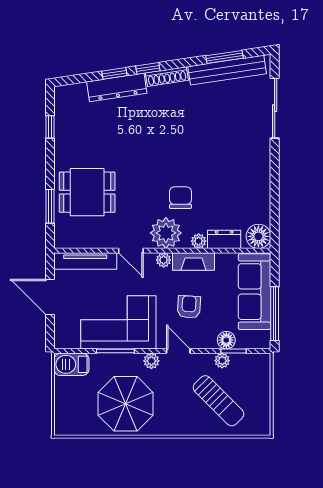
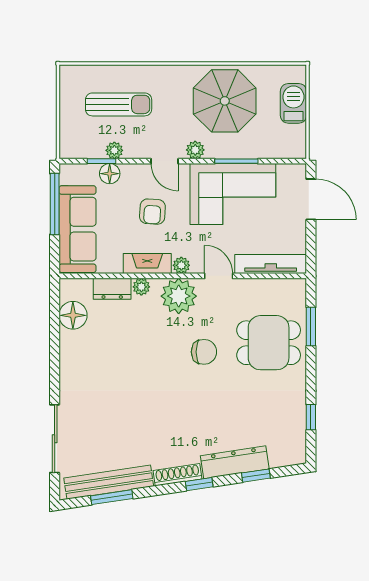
window: (114, 73) -> (256, 476), moved
chair: (180, 198) -> (204, 352), moved, turned -90
floor lamp: (258, 236) -> (73, 315), moved
door: (50, 297) -> (311, 199), moved
barbecue: (71, 364) -> (293, 103), moved, turned -90
sun lounger: (219, 401) -> (119, 104), turned 135

